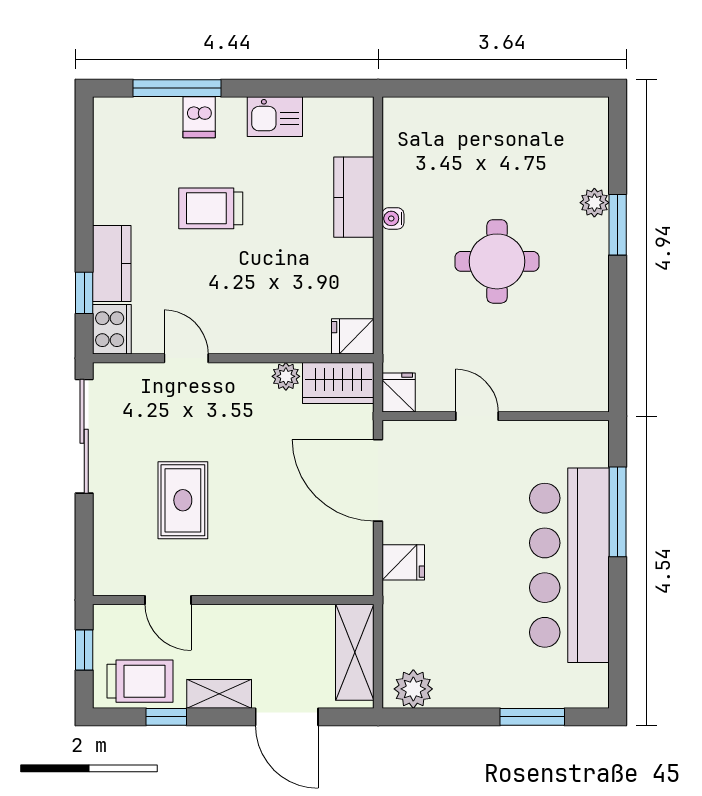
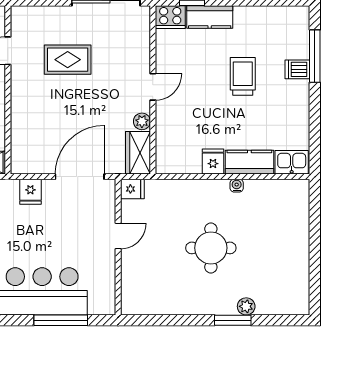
kitchen sink: (275, 117) -> (292, 162), moved, turned 90
fridge: (353, 336) -> (213, 161), moved
door: (186, 358) -> (153, 87), moved

